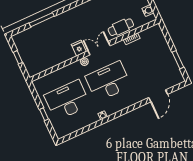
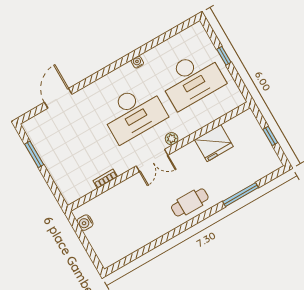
cafe table: (121, 27) -> (190, 202), moved
fridge: (79, 48) -> (214, 143), moved, width x1.88, depth x1.34

